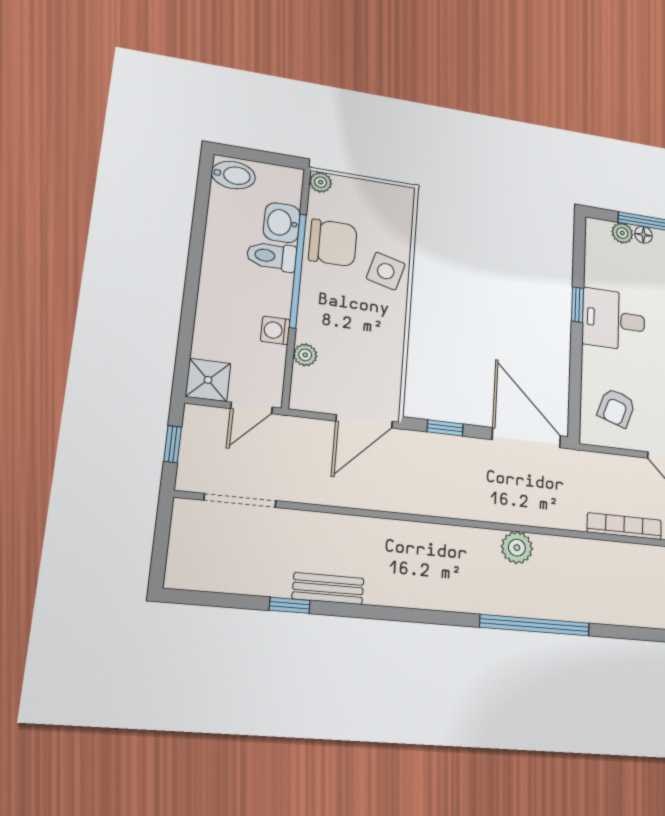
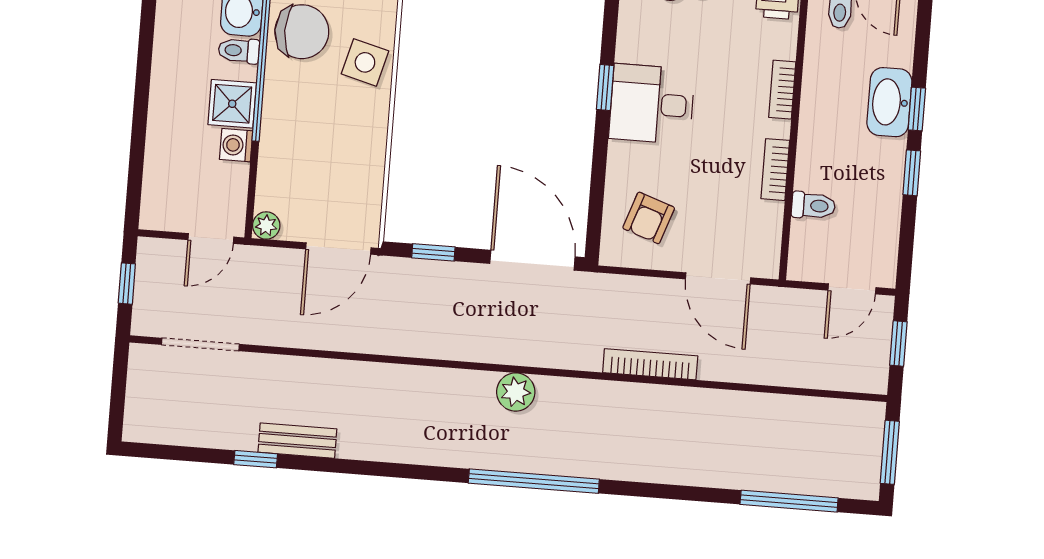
toilet: (272, 256) -> (239, 51), width x0.73, depth x0.72
plant: (305, 355) -> (266, 225), moved
shower: (208, 380) -> (232, 104), moved

